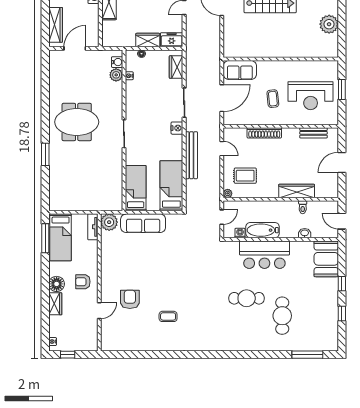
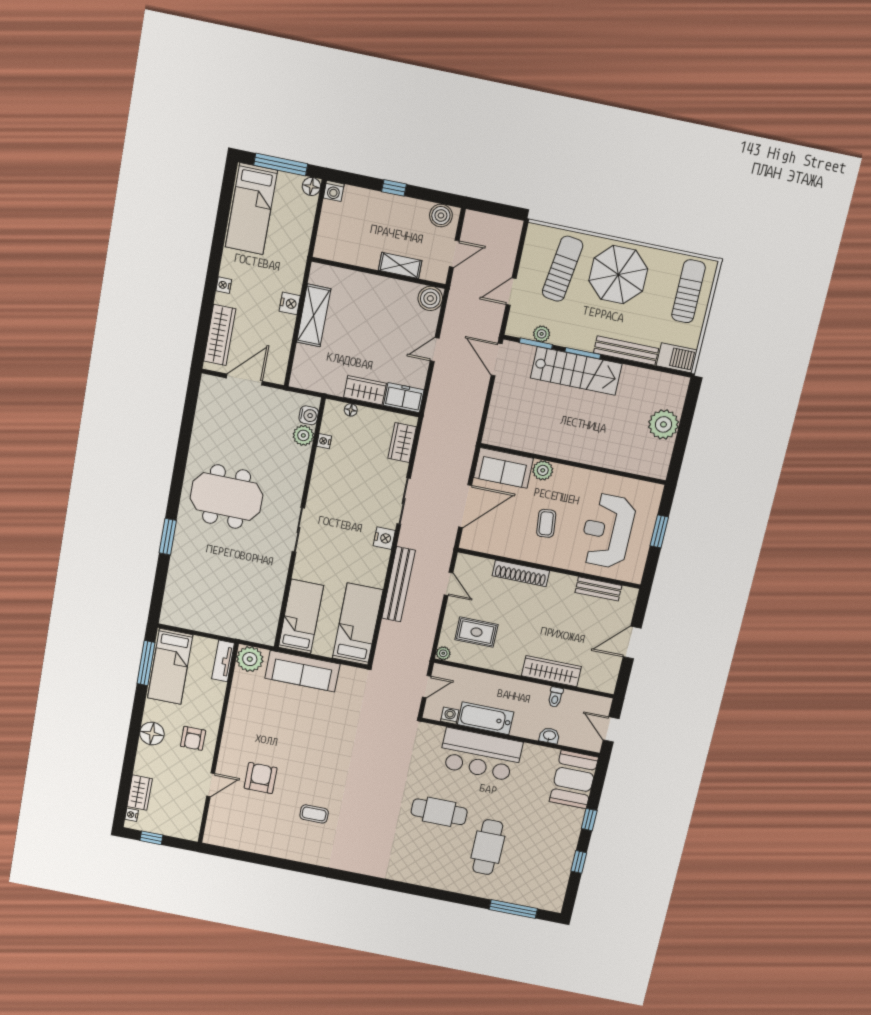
plant: (264, 67) -> (543, 470), added
reception desk: (311, 96) -> (607, 531), turned 90
armchair: (83, 282) -> (193, 738), turned -90
wardrobe: (55, 304) -> (140, 793), moved

